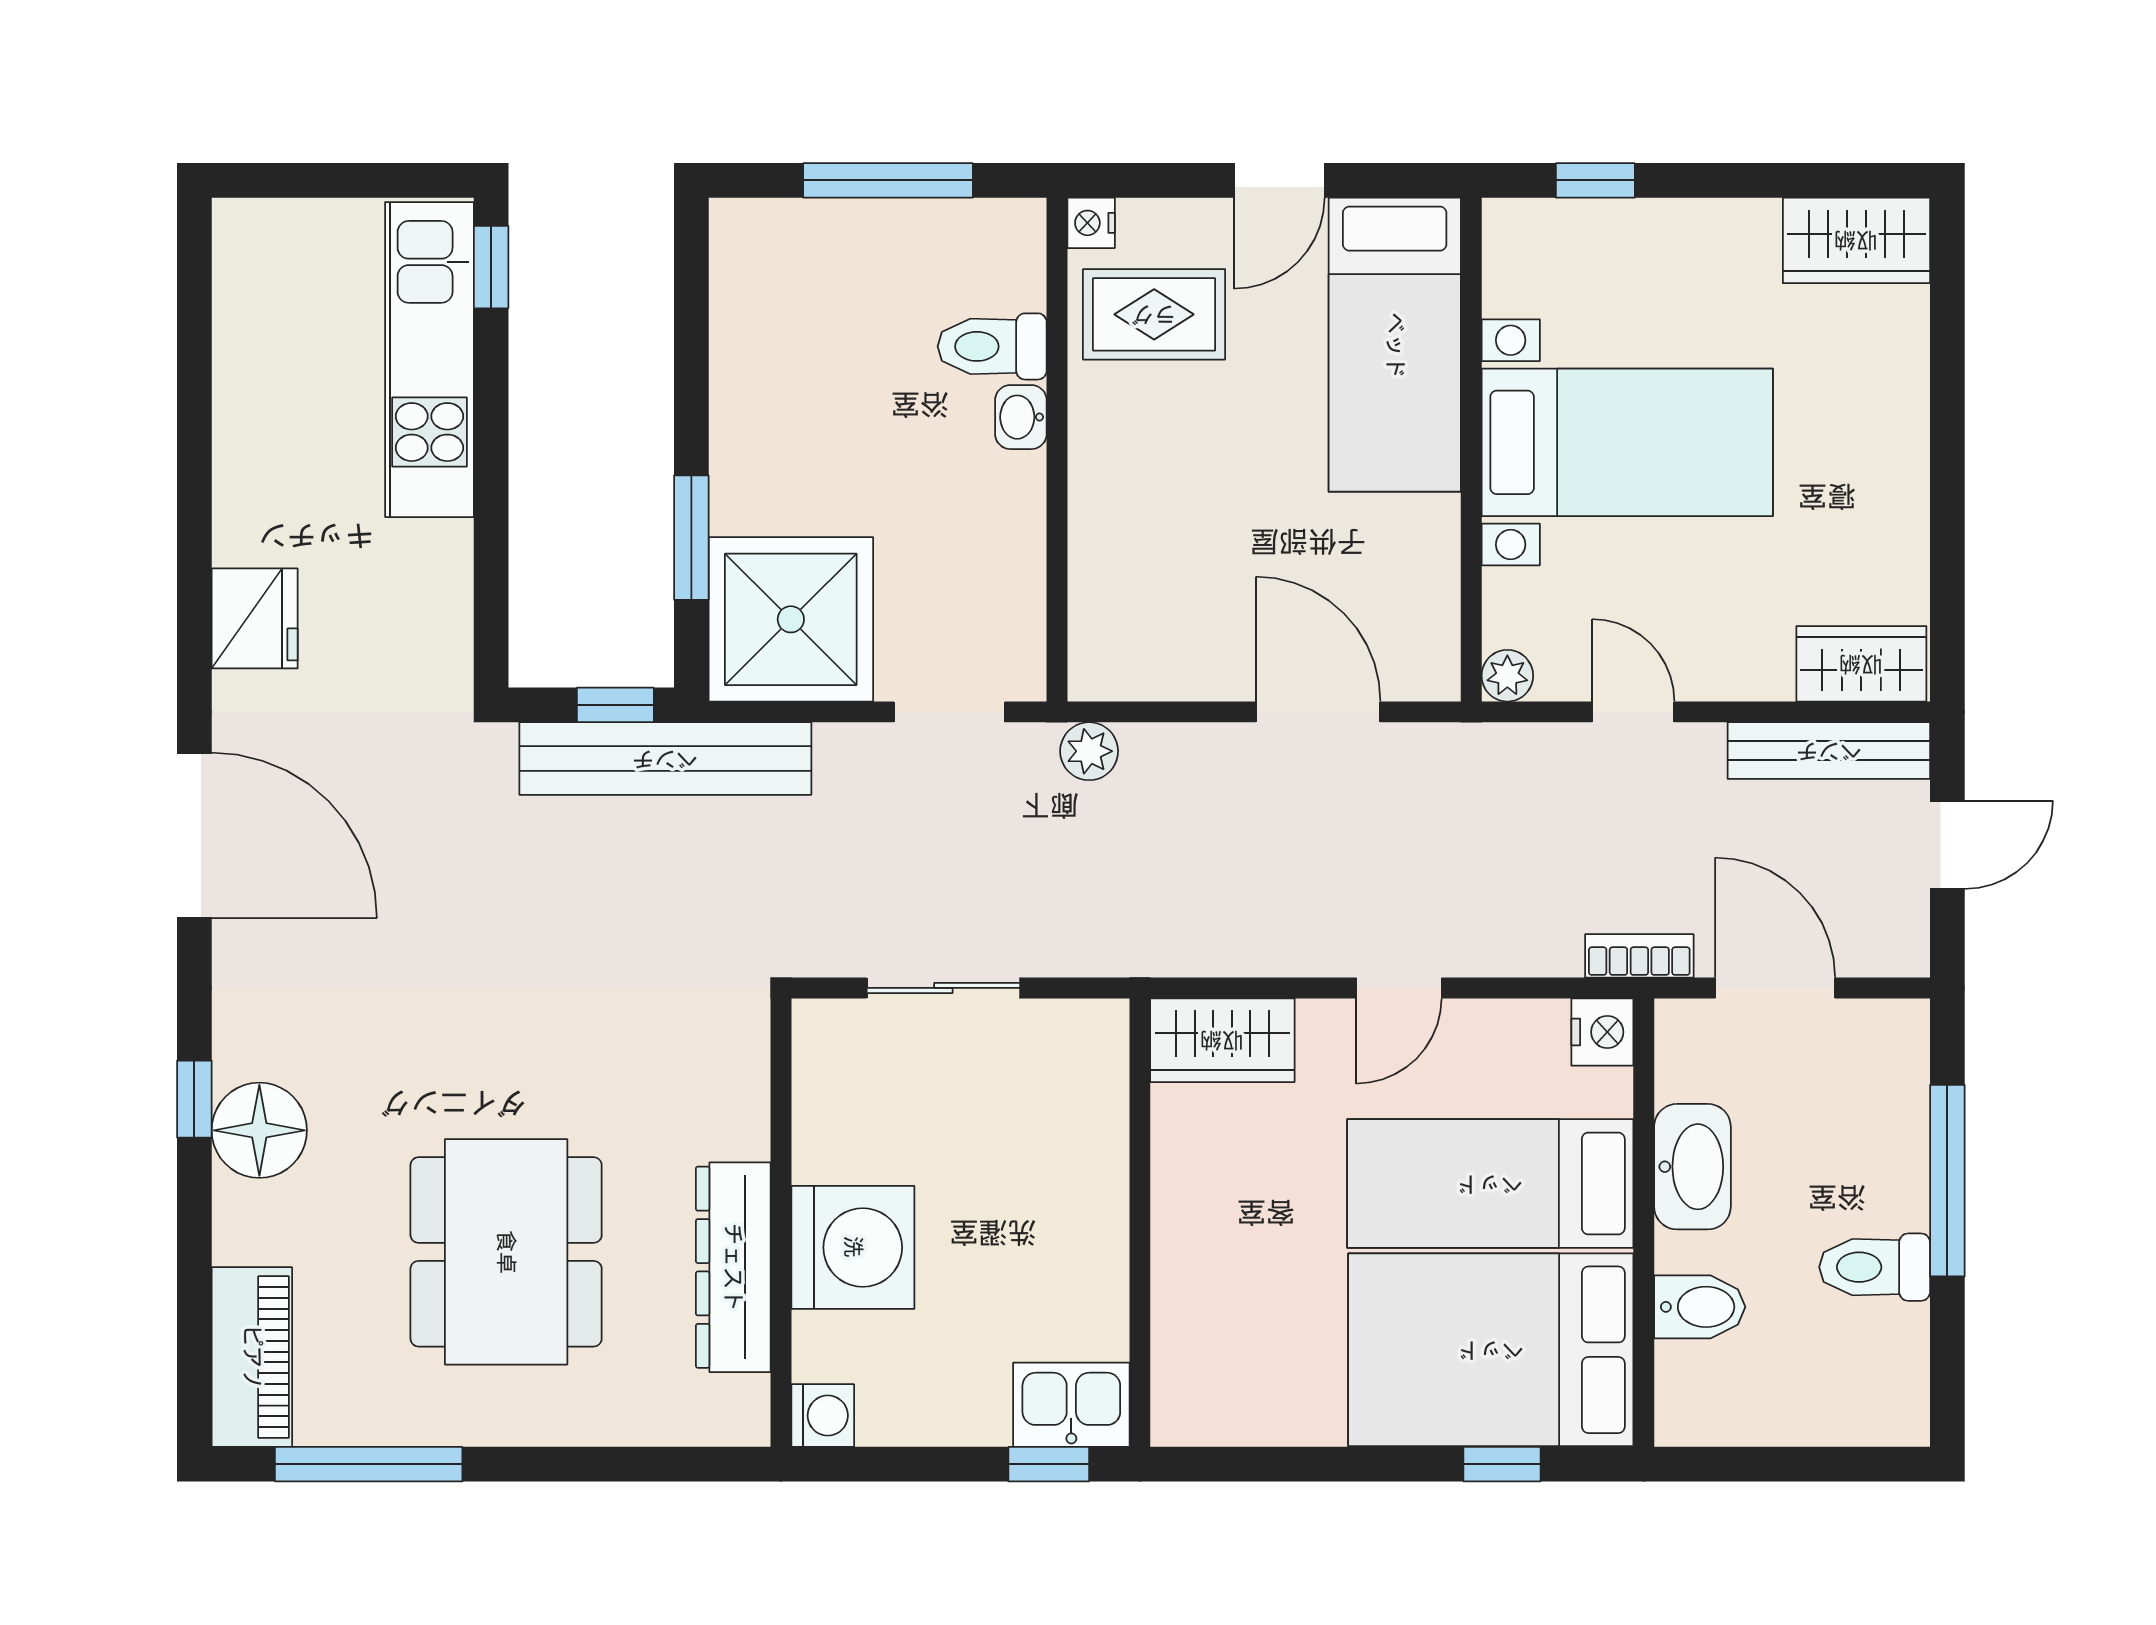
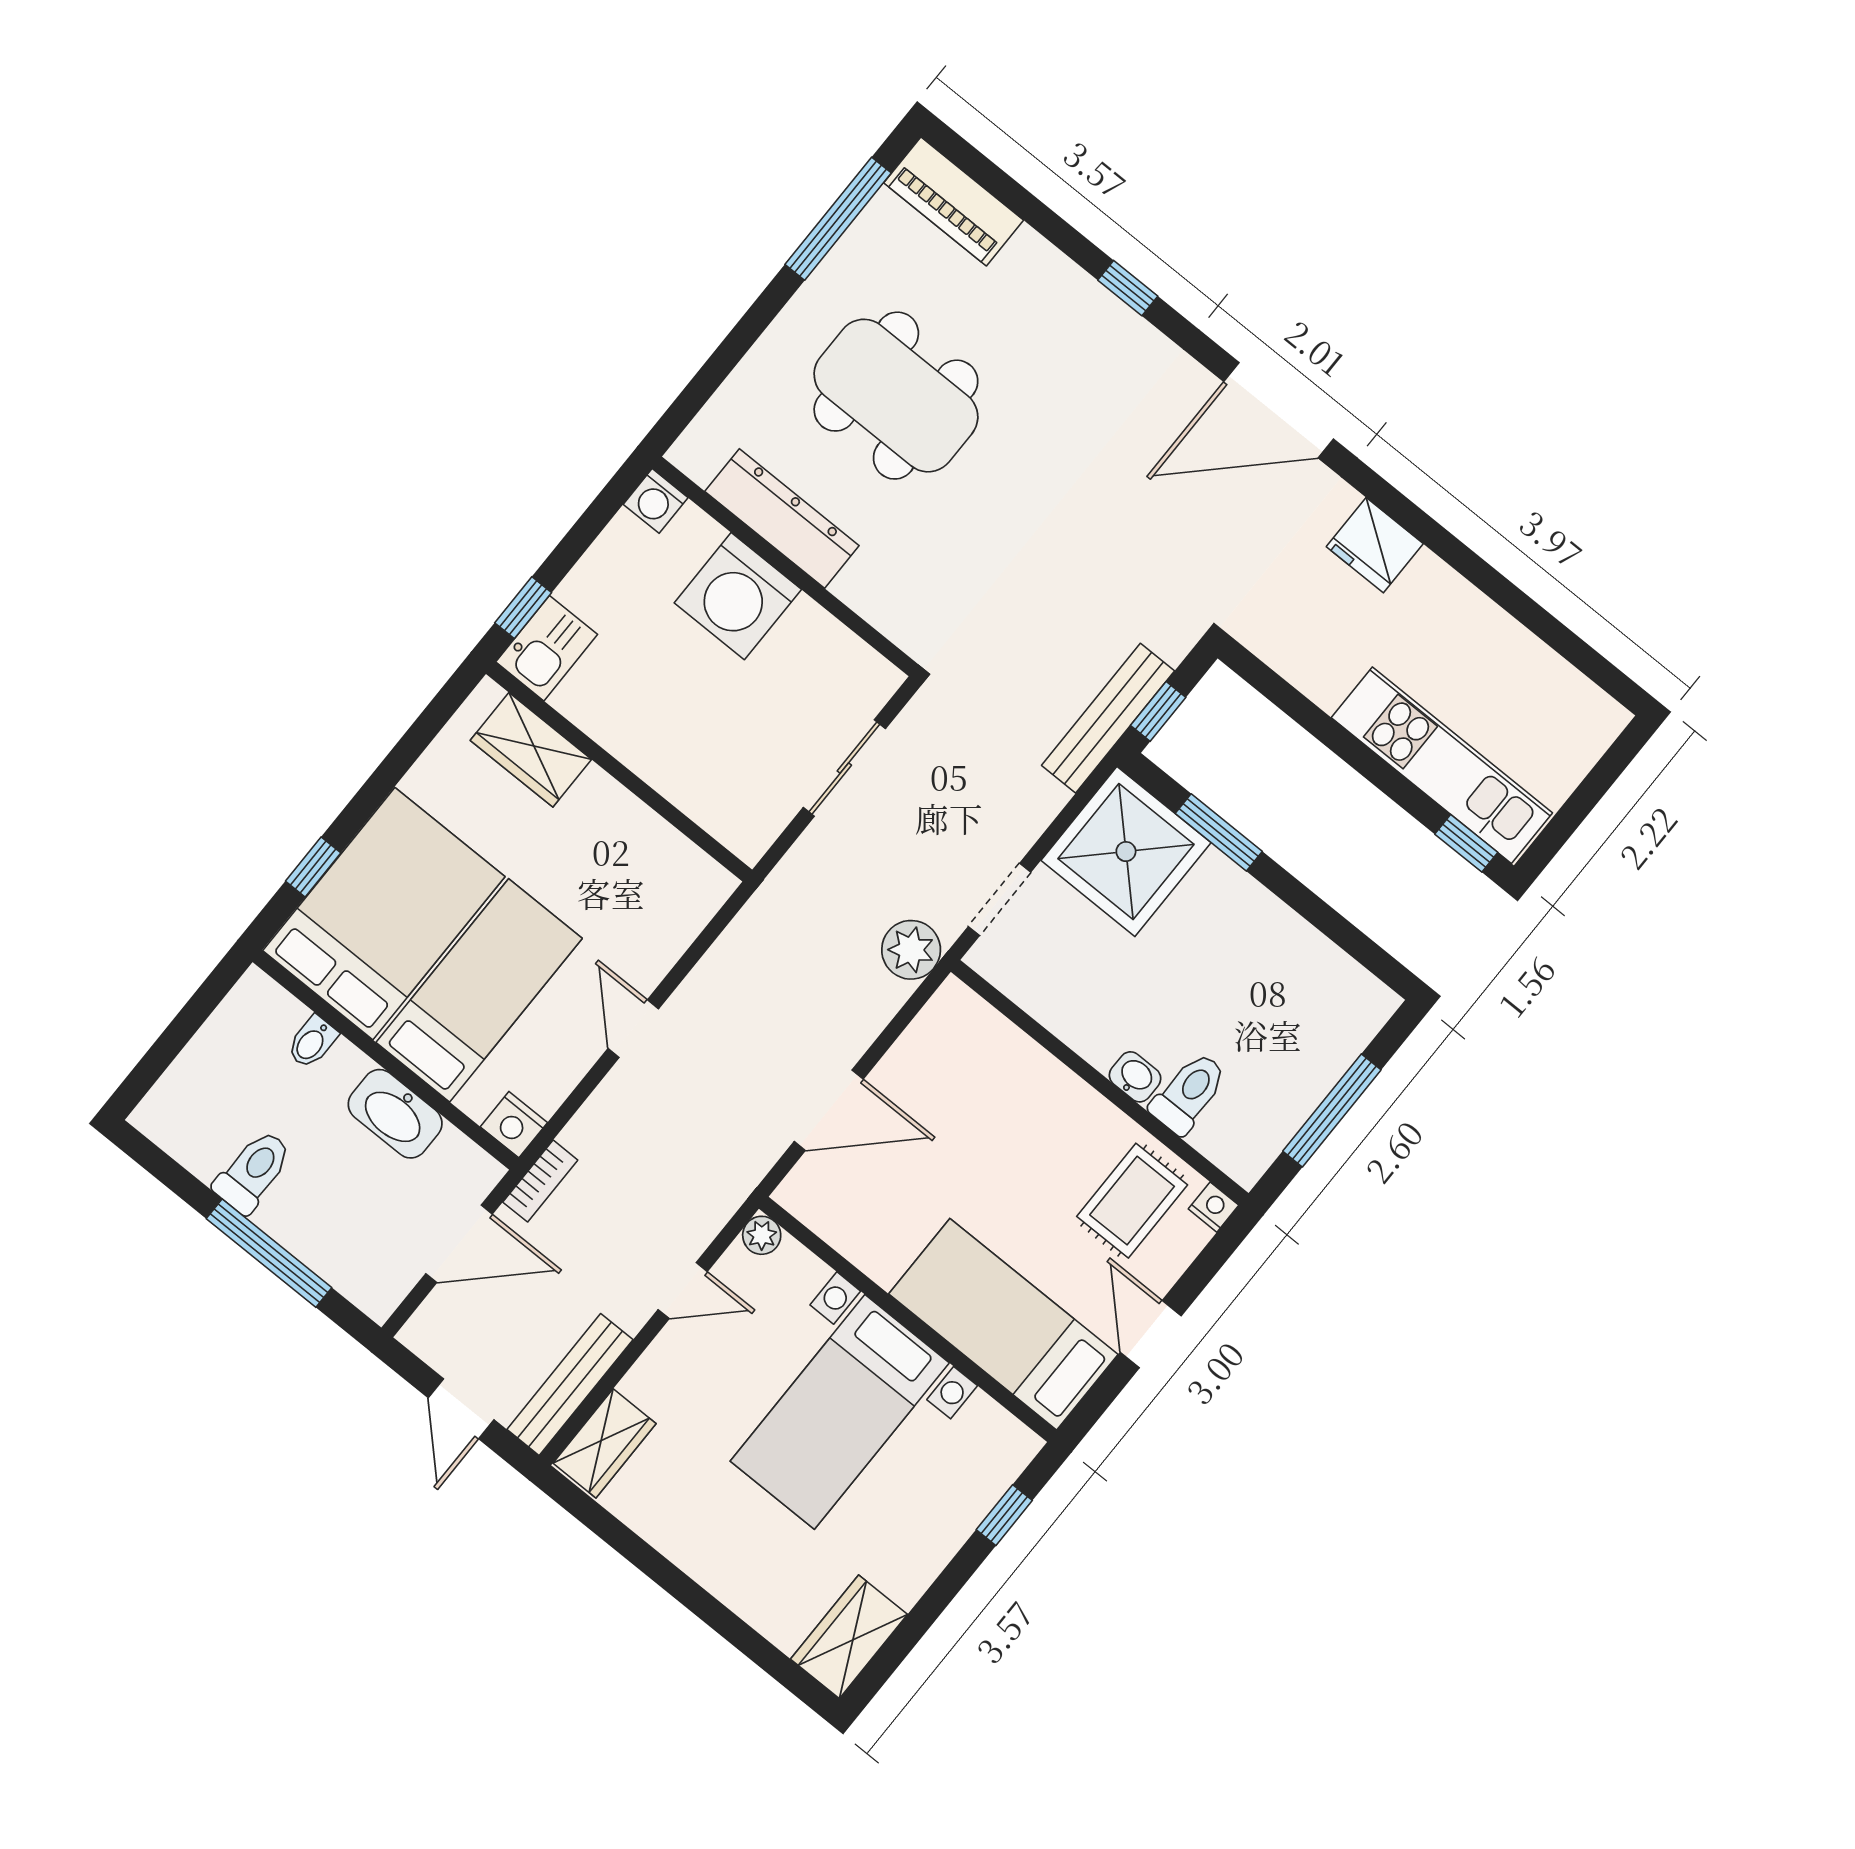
plant: (1089, 751) -> (911, 950), width x1.38, depth x1.38
bench: (665, 759) -> (1108, 718), width x0.73, depth x0.82
wardrobe: (1222, 1040) -> (531, 750), moved, turned -90
floor lamp: (259, 1130) -> (1080, 311), removed
bidet: (1700, 1307) -> (312, 1042), width x0.72, depth x0.74

